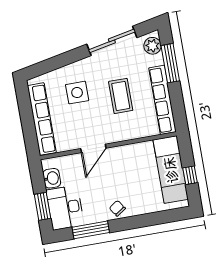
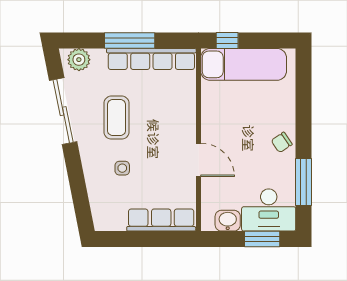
window: (170, 63) -> (130, 41), moved
side table: (77, 93) -> (122, 168), width x0.54, depth x0.54
coffee table: (121, 96) -> (116, 118), moved, turned 90
row of seats: (42, 119) -> (161, 220), width x0.73
window: (190, 175) -> (227, 41), moved

